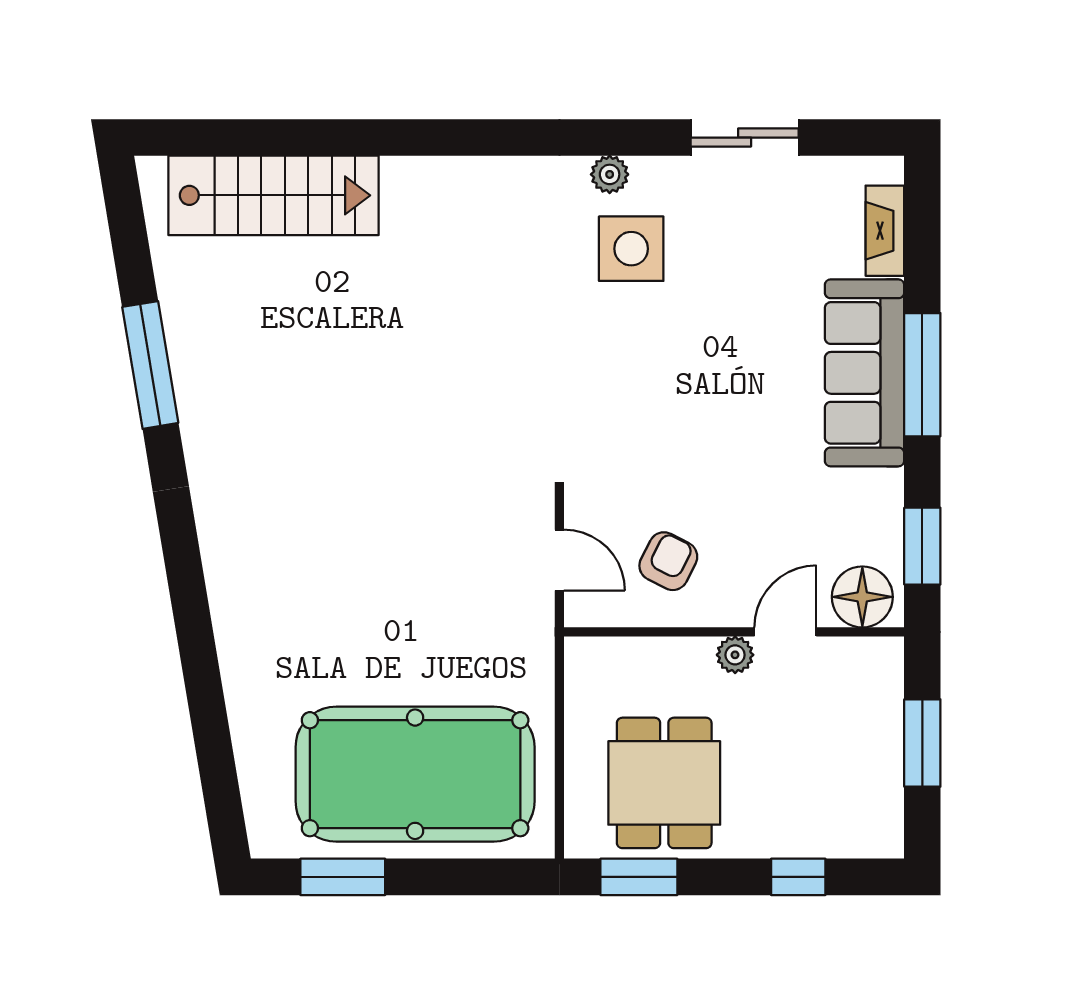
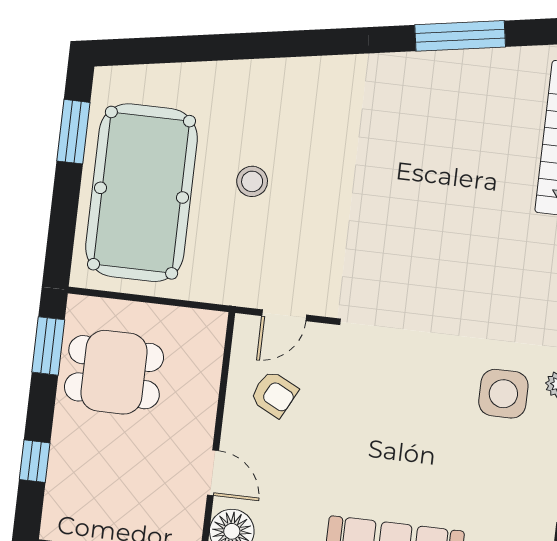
stool: (382, 625) -> (252, 181), added
plant: (735, 655) -> (201, 434), removed

